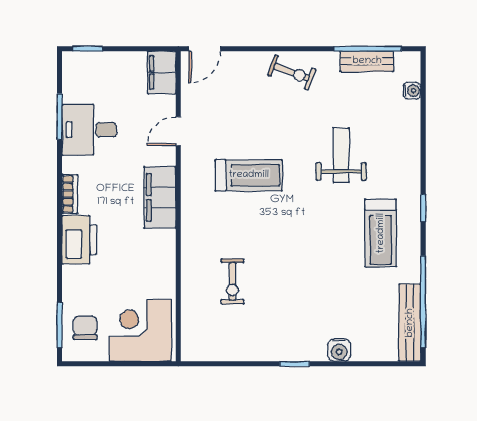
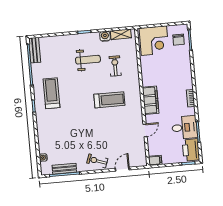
door: (205, 49) -> (122, 169), moved
filing cabinet: (162, 73) -> (155, 160), width x0.50
weight bench: (341, 155) -> (88, 60), moved, turned -90
treadmill: (249, 175) -> (109, 100), moved, turned 180
printer: (79, 240) -> (191, 150), moved
bench: (410, 323) -> (35, 50), width x0.73
water cooler: (339, 350) -> (105, 36), moved
shelving: (213, 351) -> (121, 34), added

